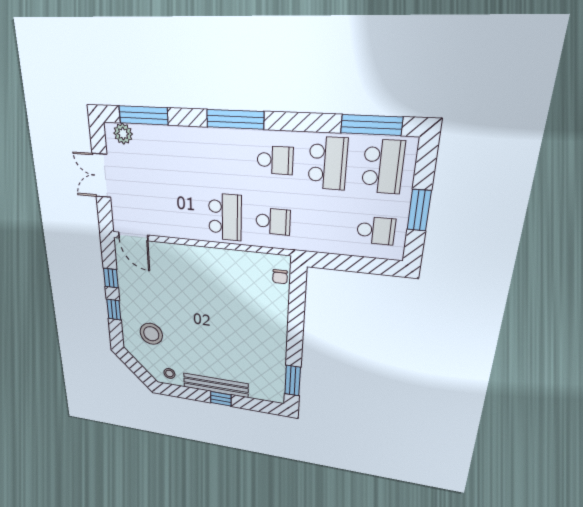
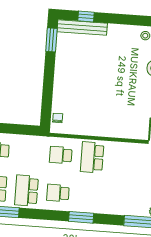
window: (235, 119) -> (81, 217), width x0.69
bench: (216, 385) -> (82, 27), moved
window: (221, 399) -> (86, 16), moved

